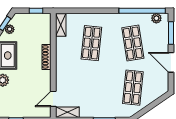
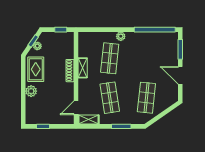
plant: (156, 18) -> (121, 36), moved
shelving: (61, 25) -> (83, 68), moved
shop shelf: (133, 43) -> (110, 98), moved

